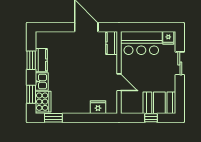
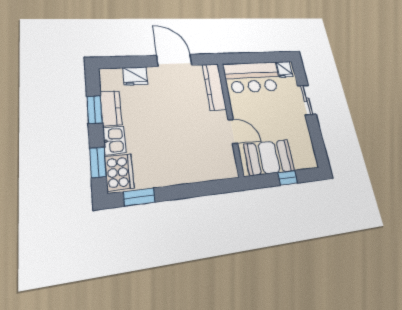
kitchen counter: (112, 43) -> (214, 87), width x1.50
booth: (159, 103) -> (269, 157), moved
fridge: (98, 107) -> (135, 76), moved, turned 180

